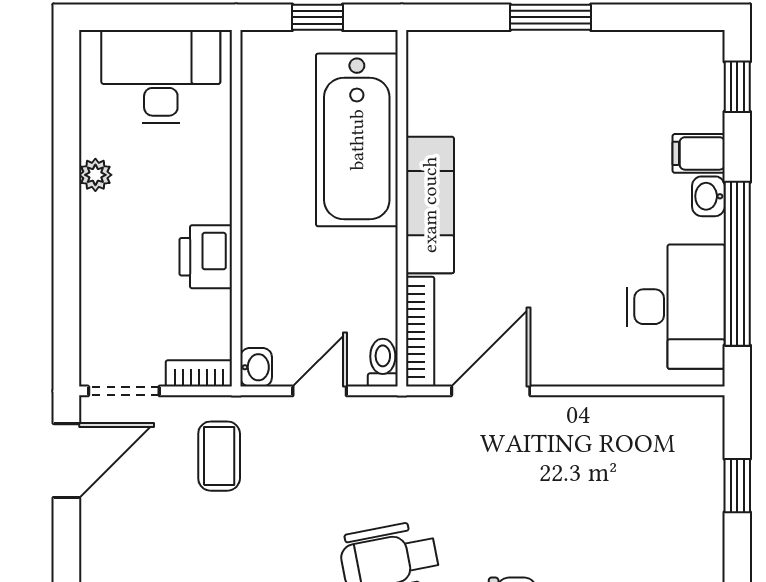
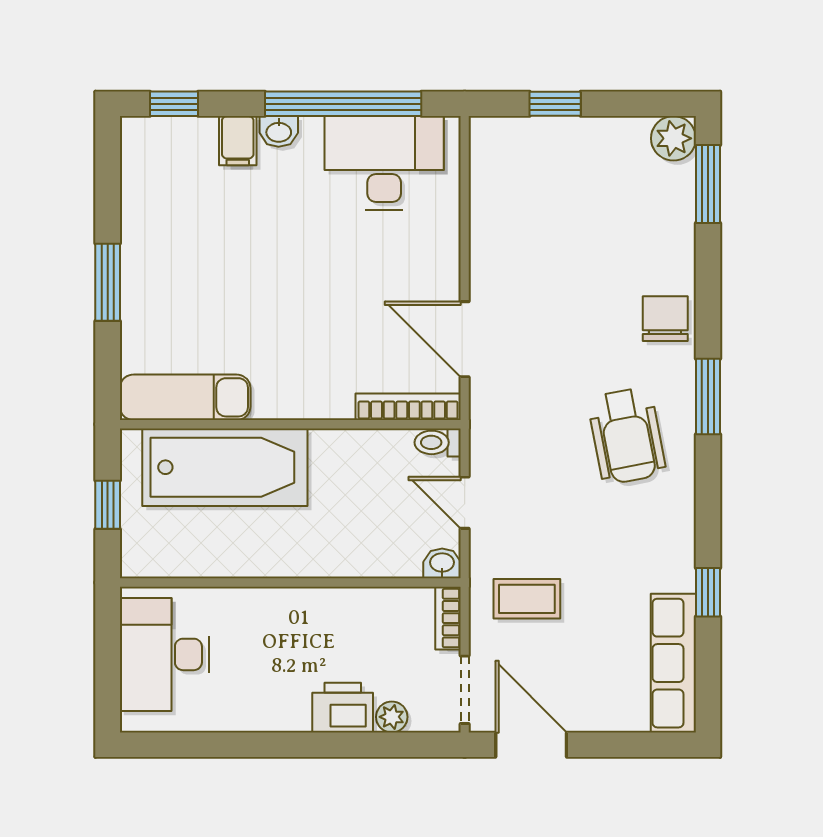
plant: (95, 175) -> (392, 717), moved
exam couch: (430, 205) -> (185, 397), moved
printer: (206, 257) -> (343, 708), moved, turned 180

